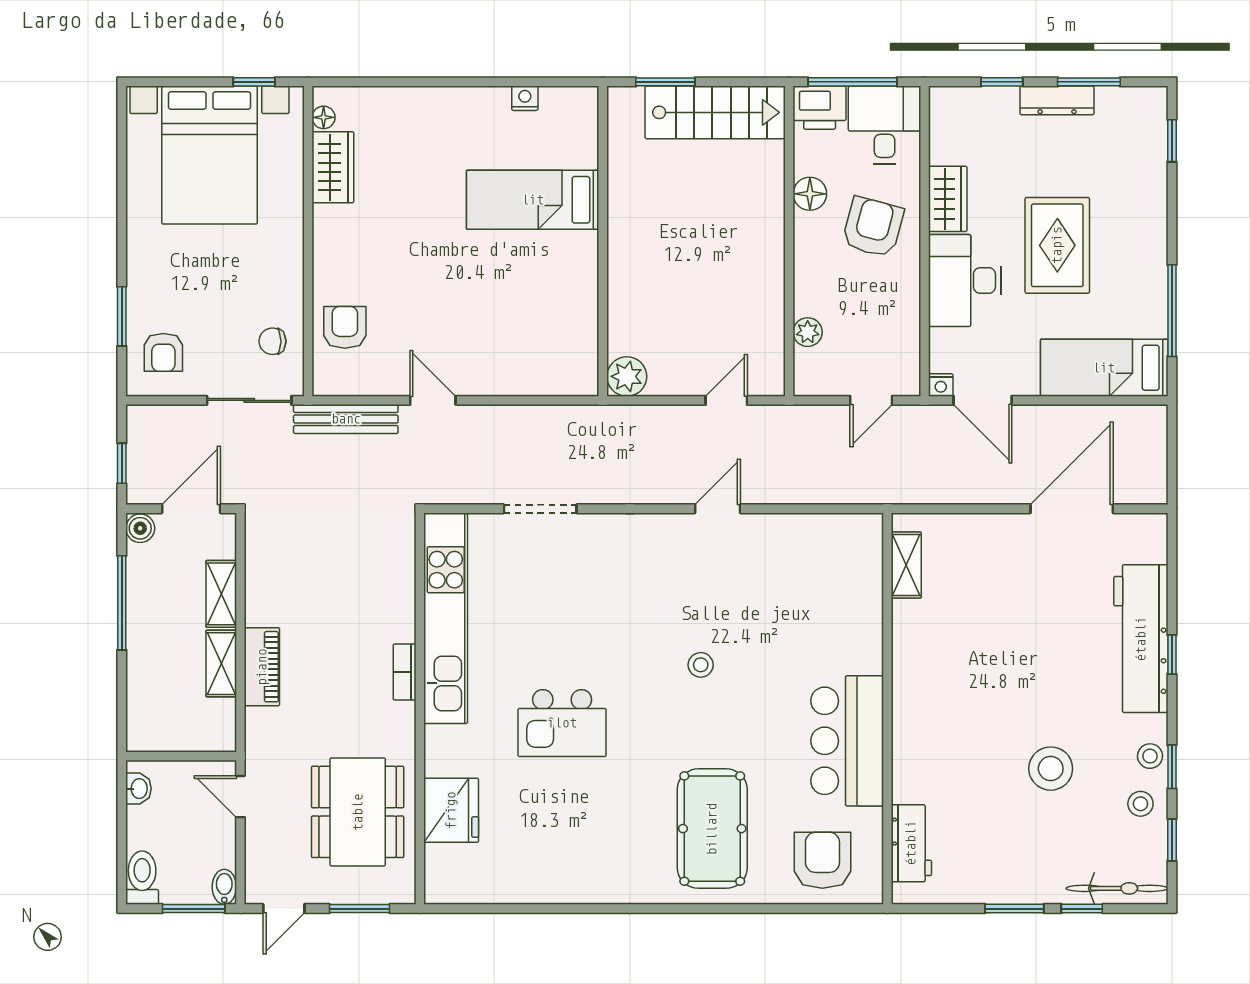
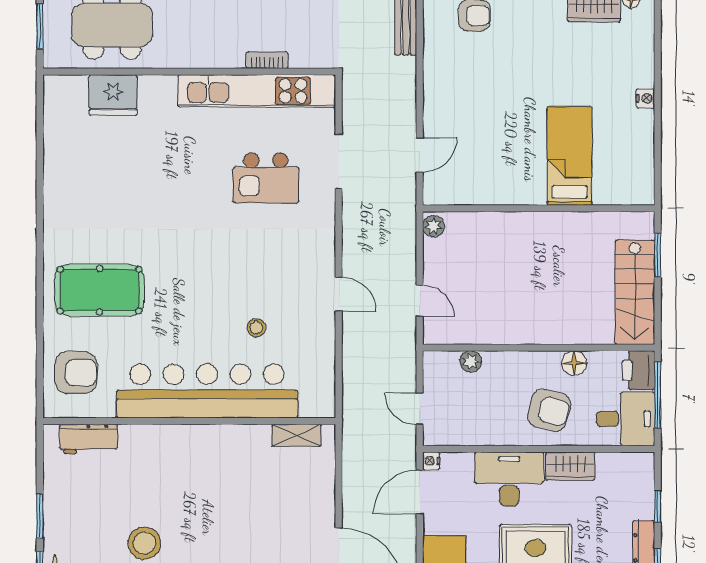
nightstand: (525, 98) -> (645, 98), moved
plant: (627, 376) -> (433, 226), width x0.73, depth x0.73
door: (433, 400) -> (420, 155), moved
stool: (701, 665) -> (256, 328), moved
bookcase: (405, 672) -> (267, 60), moved
kitchen island: (562, 723) -> (266, 178), moved, turned -90
bar counter: (847, 741) -> (207, 391), width x1.86

